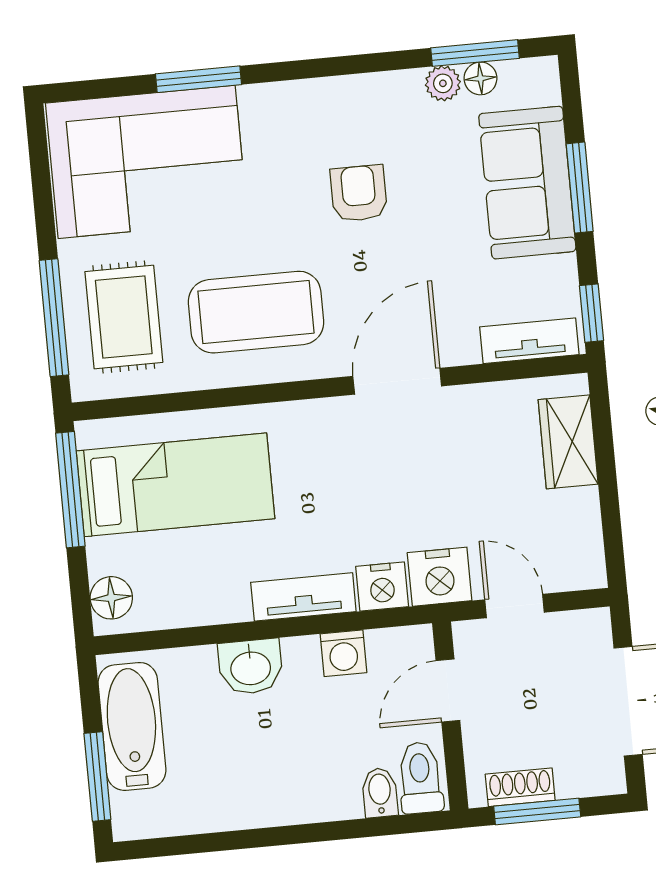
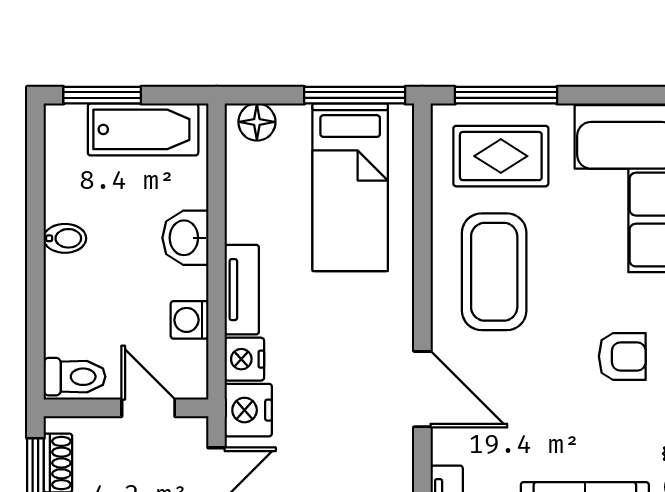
armchair: (359, 193) -> (622, 356), moved
bidet: (380, 793) -> (65, 238), moved

